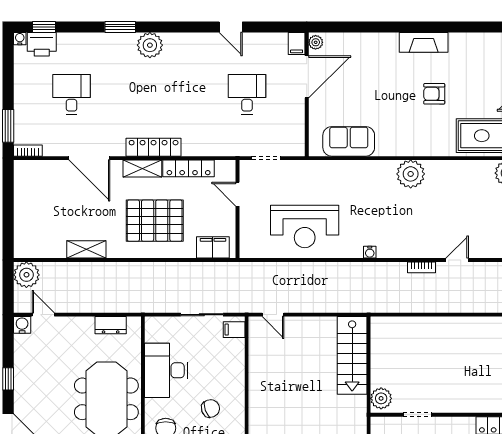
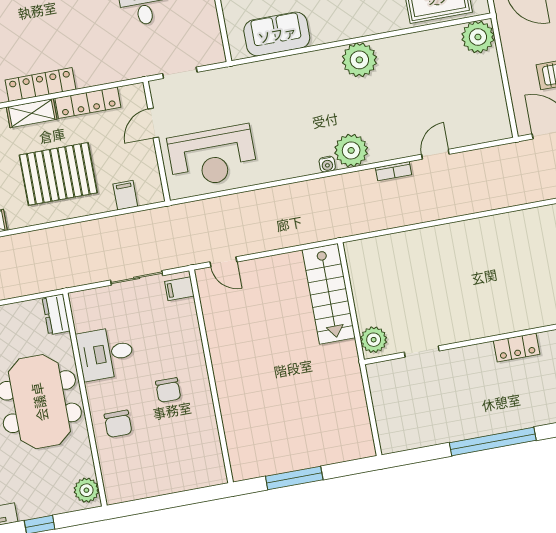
door: (238, 194) -> (153, 123), hinge flipped
reception desk: (305, 226) -> (212, 157), moved
plant: (391, 245) -> (351, 150), added
filing cabinet: (213, 247) -> (125, 195), width x0.50
dresser: (111, 325) -> (56, 314), moved, turned 90
desk: (166, 370) -> (106, 354), width x0.73
chair: (210, 408) -> (168, 390), turned 110

